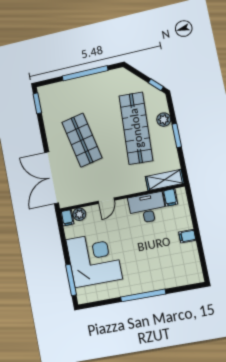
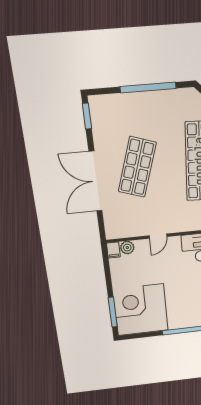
shop shelf: (82, 140) -> (137, 167), turned 30
double door: (52, 178) -> (96, 181), moved
corner desk: (94, 259) -> (141, 310), moved, turned -90

